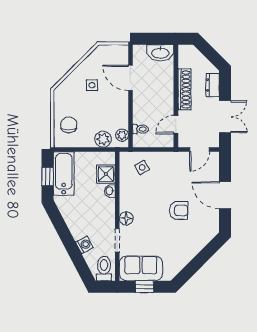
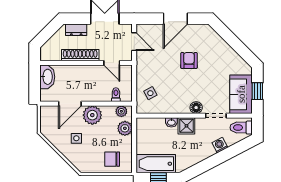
plant: (118, 103) -> (92, 115), added
shower: (106, 174) -> (186, 126), moved

